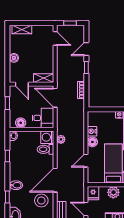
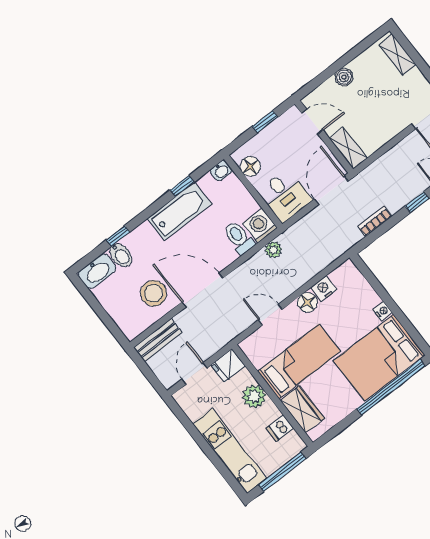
door: (22, 84) -> (312, 122), swing flipped
bathtub: (17, 165) -> (179, 211), added
bidet: (16, 185) -> (121, 255), moved

